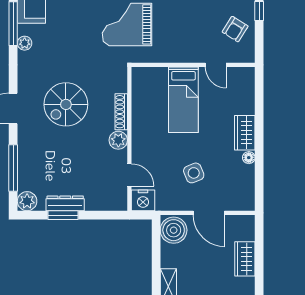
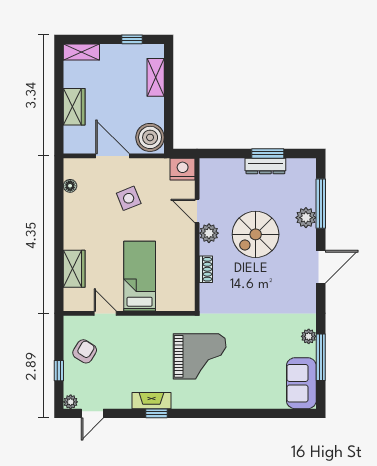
spiral stairs: (66, 104) -> (256, 234), moved, turned 180
shoe rack: (121, 112) -> (206, 269), width x0.70
wardrobe: (245, 133) -> (74, 269), moved
floor lamp: (249, 158) -> (70, 186), moved
door: (129, 175) -> (197, 211), moved
plant: (27, 201) -> (306, 218), moved

